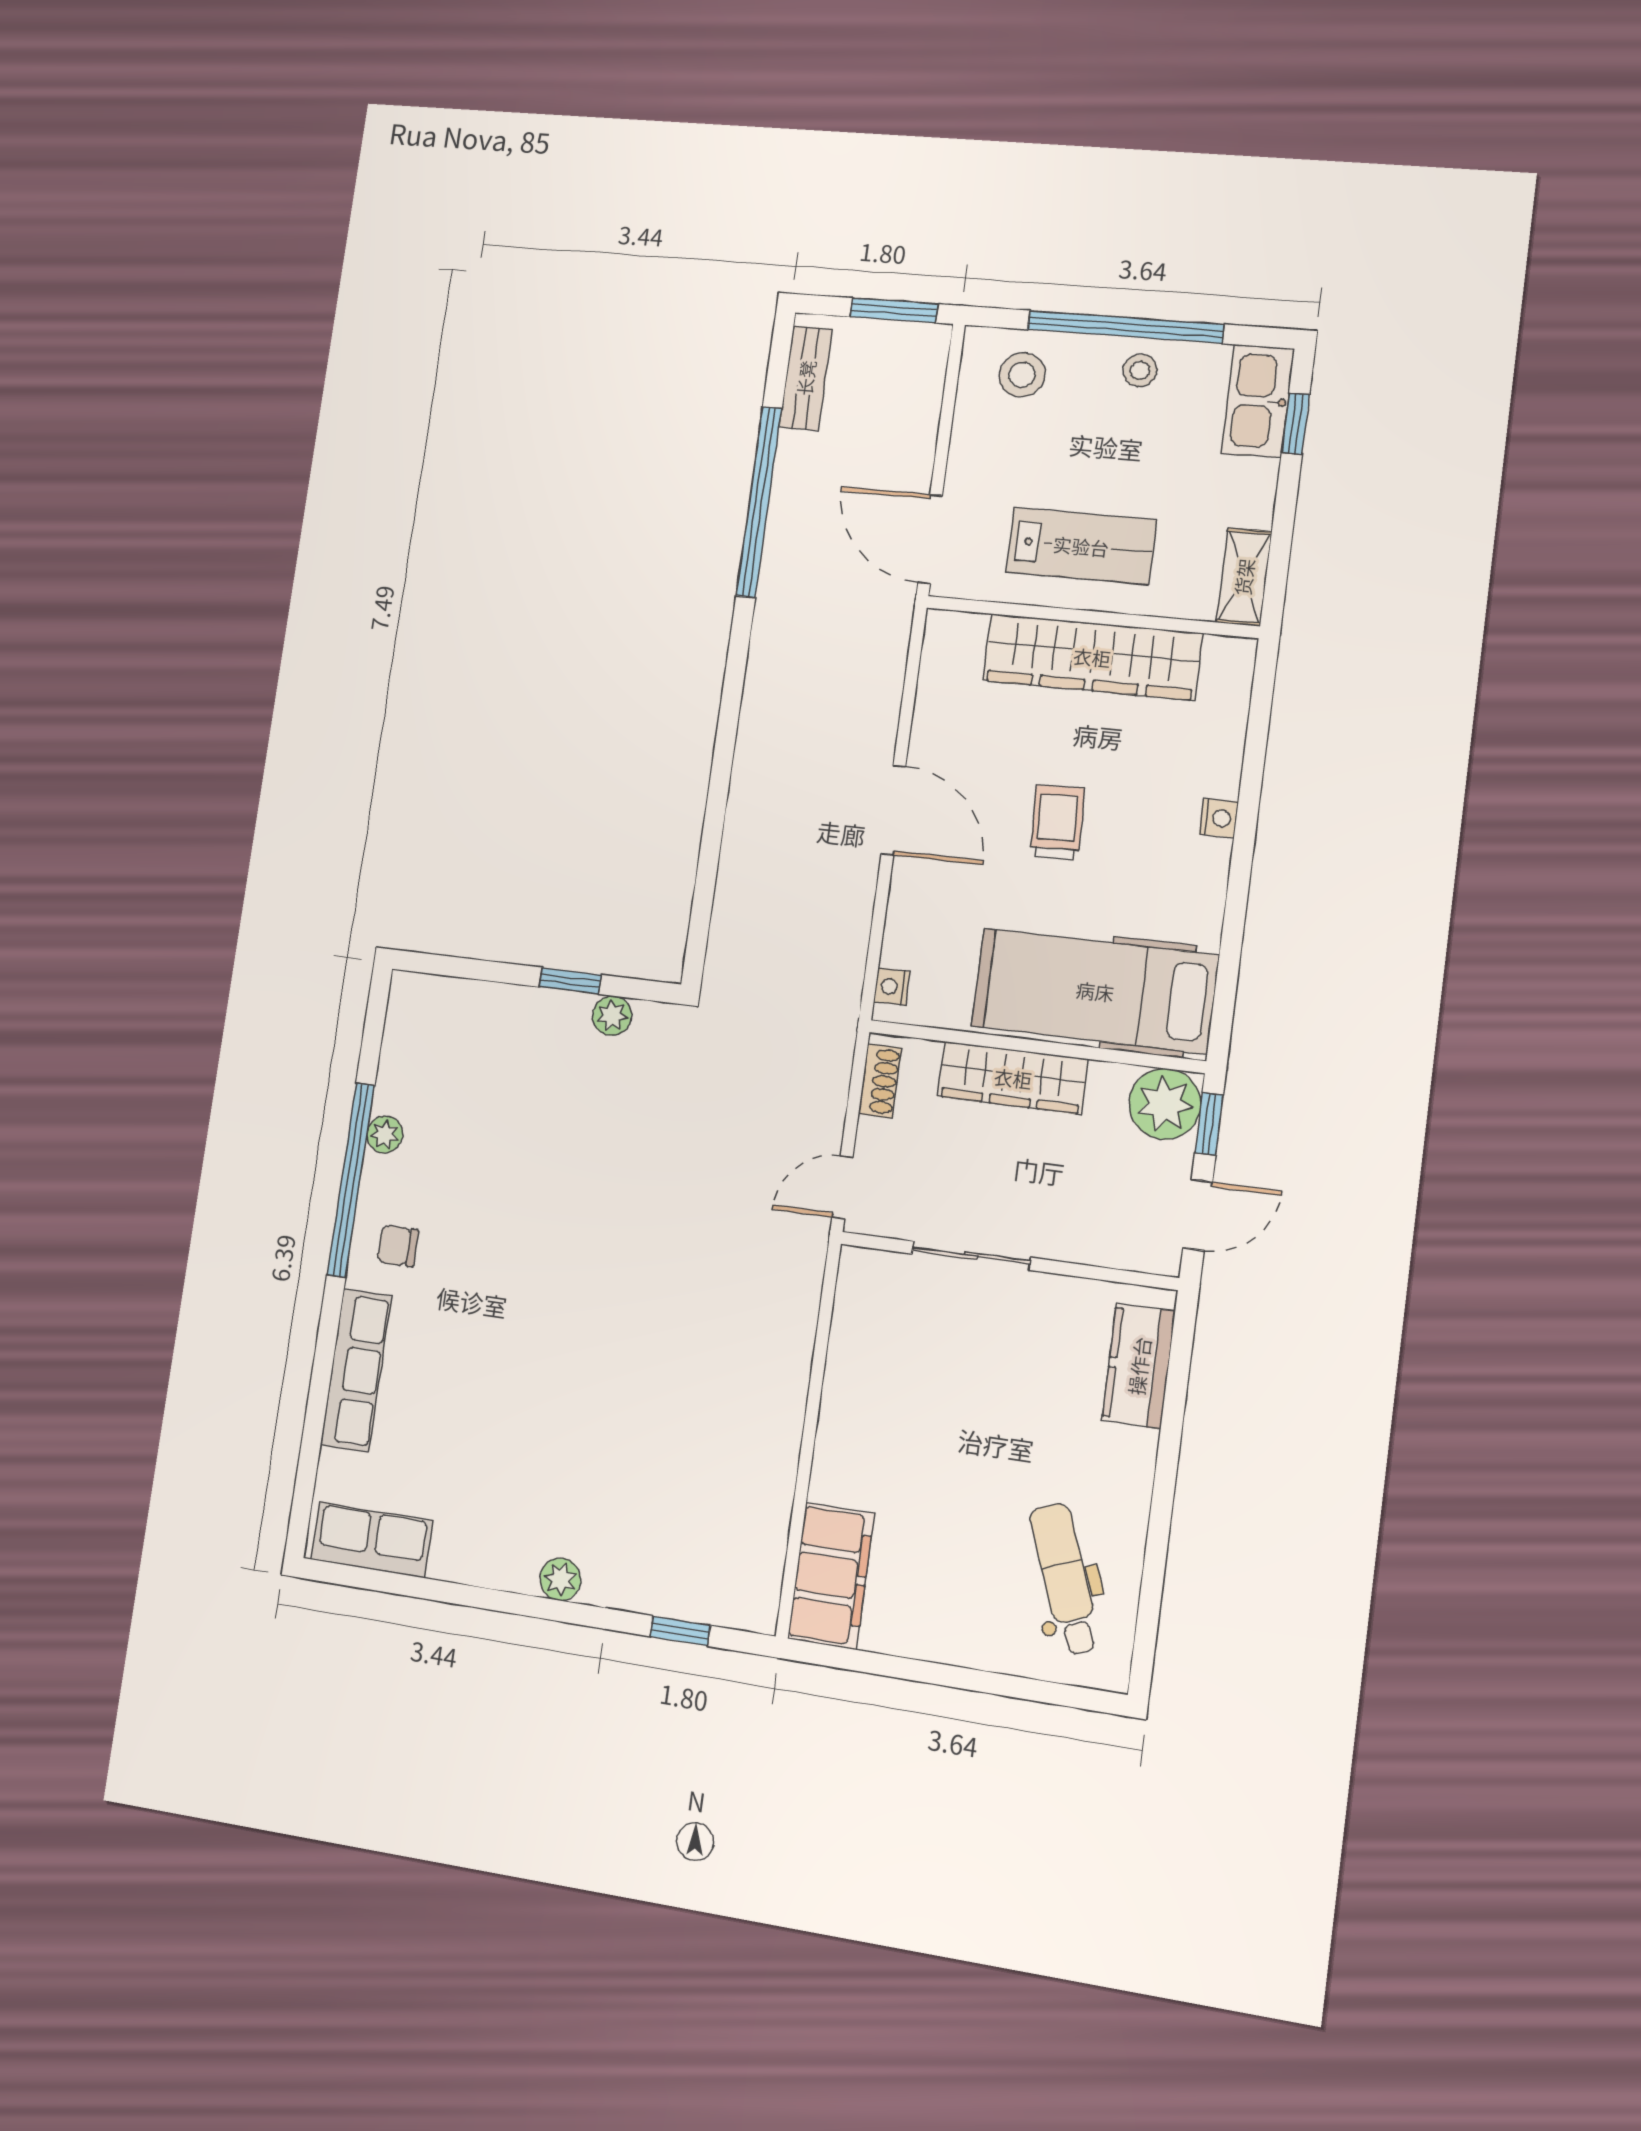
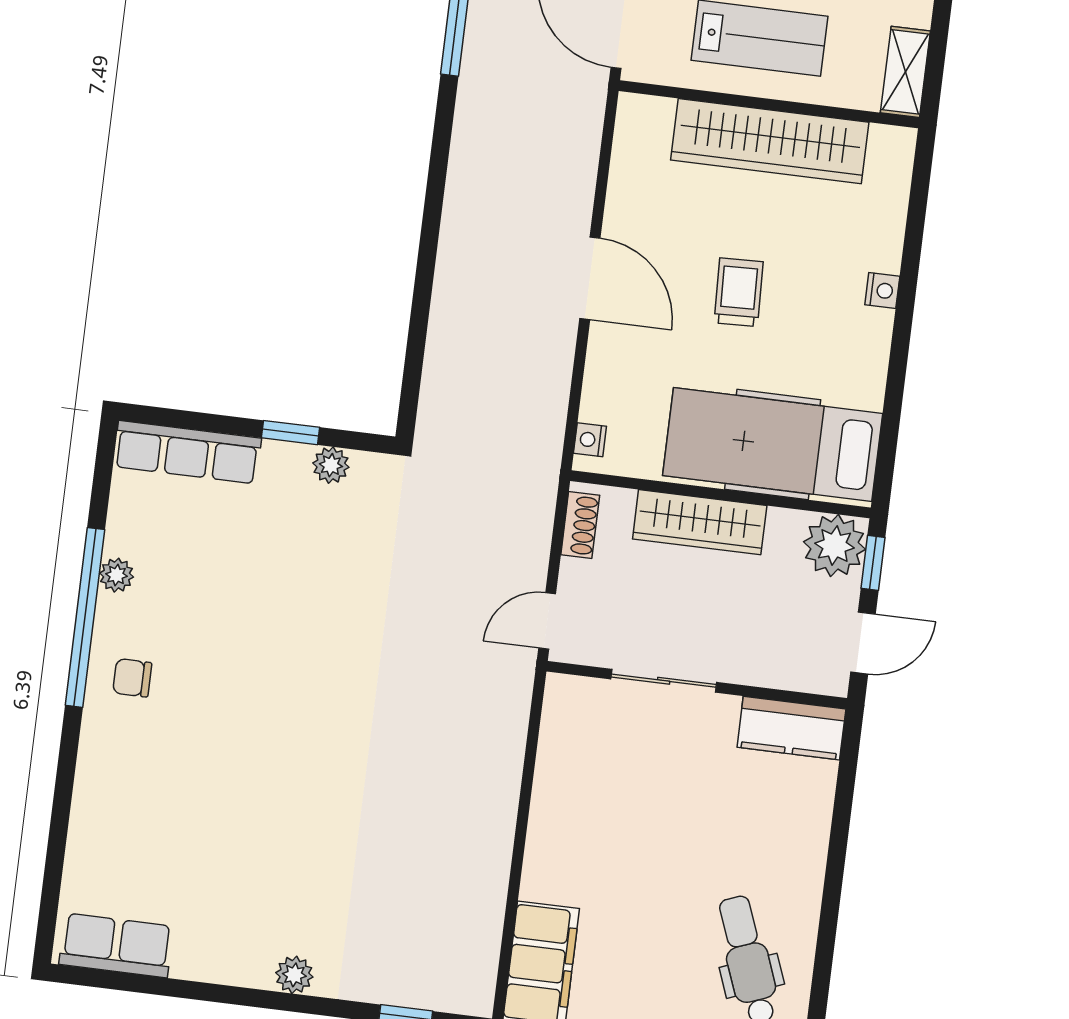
kitchen counter: (1139, 1366) -> (791, 728), moved, turned -90
row of seats: (356, 1370) -> (187, 452), moved, turned 90

